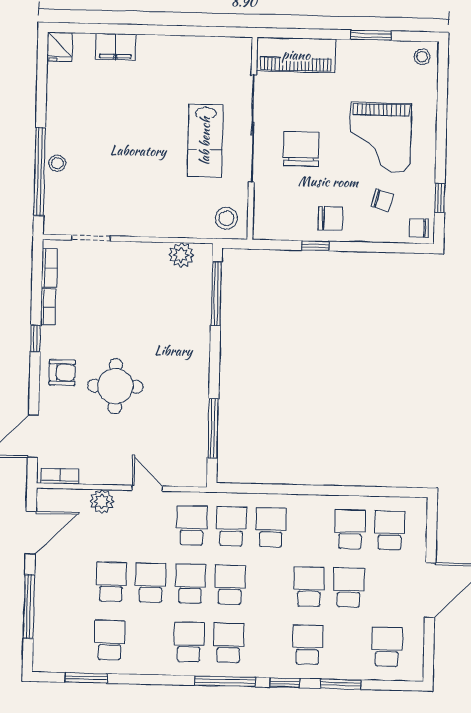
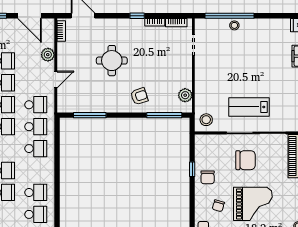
grand piano: (380, 138) -> (253, 204), turned 180
armchair: (62, 372) -> (139, 96), moved, turned -108

